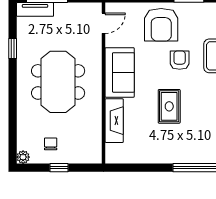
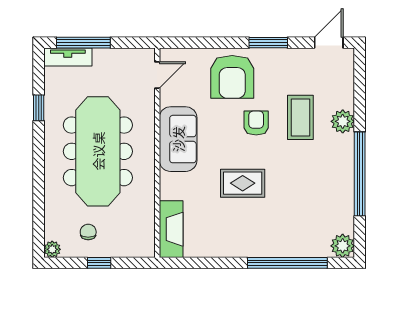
meeting table: (58, 82) -> (98, 151), width x1.36
rug: (169, 106) -> (243, 183), turned 90
fireplace: (114, 121) -> (171, 229), moved

